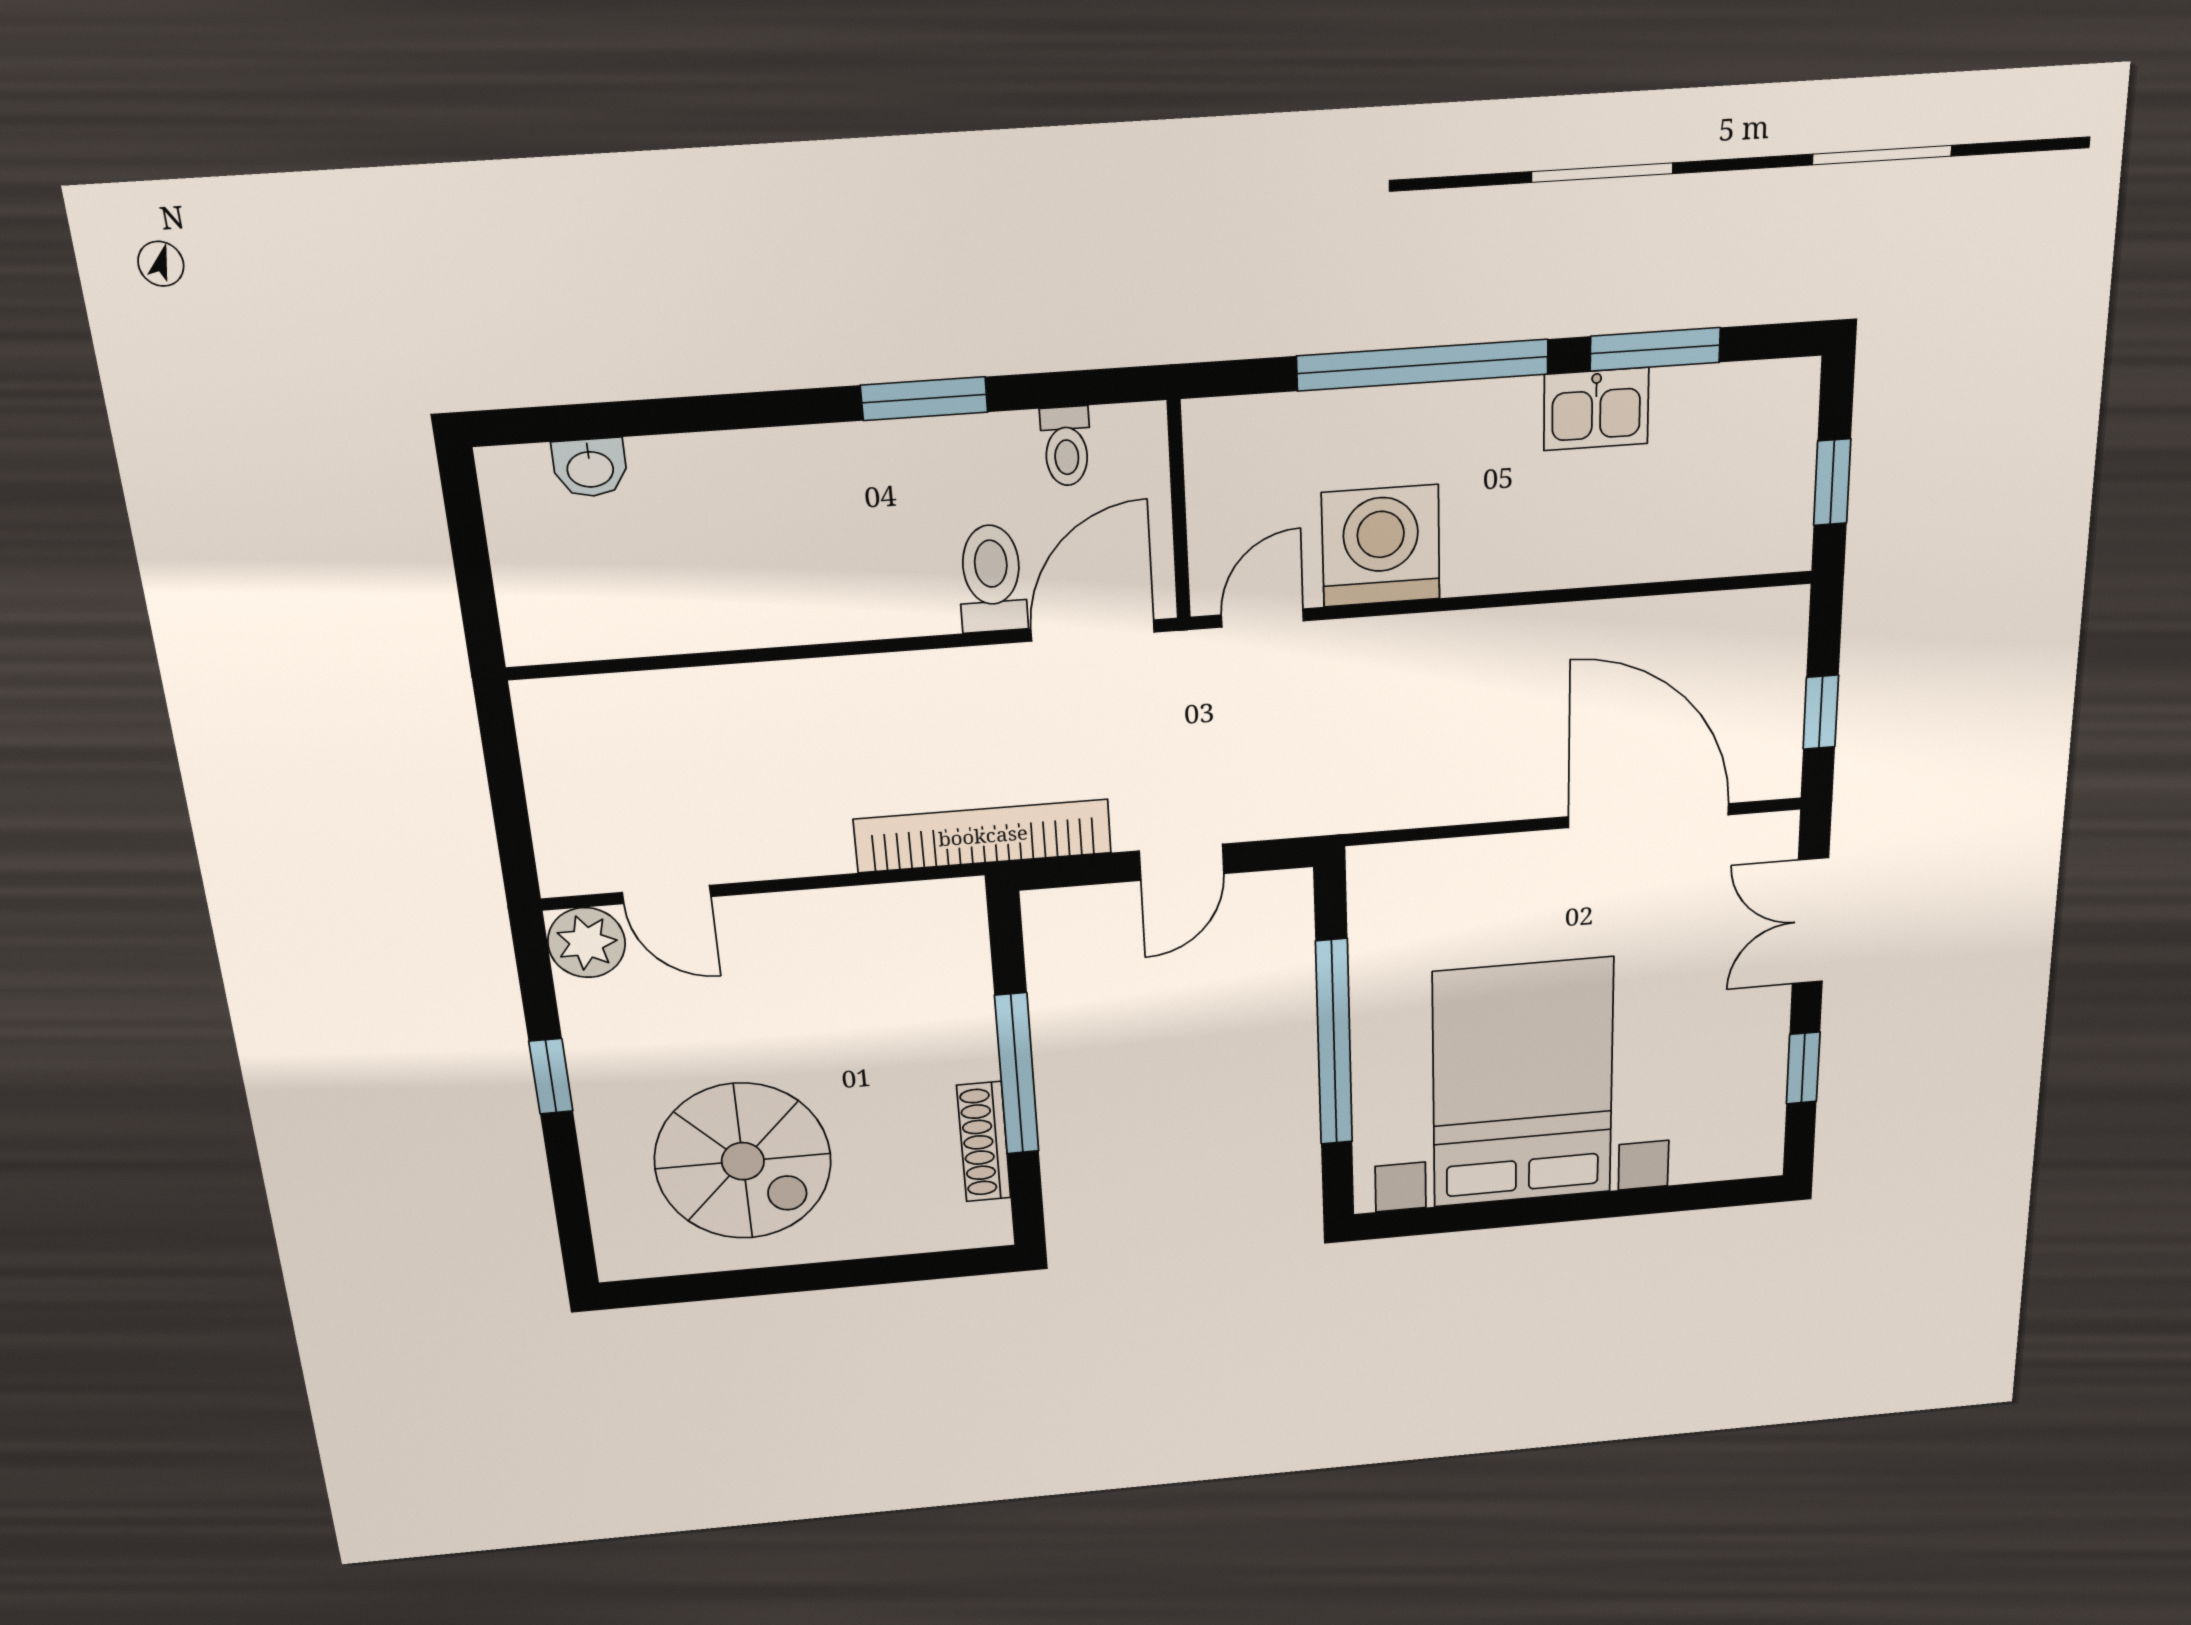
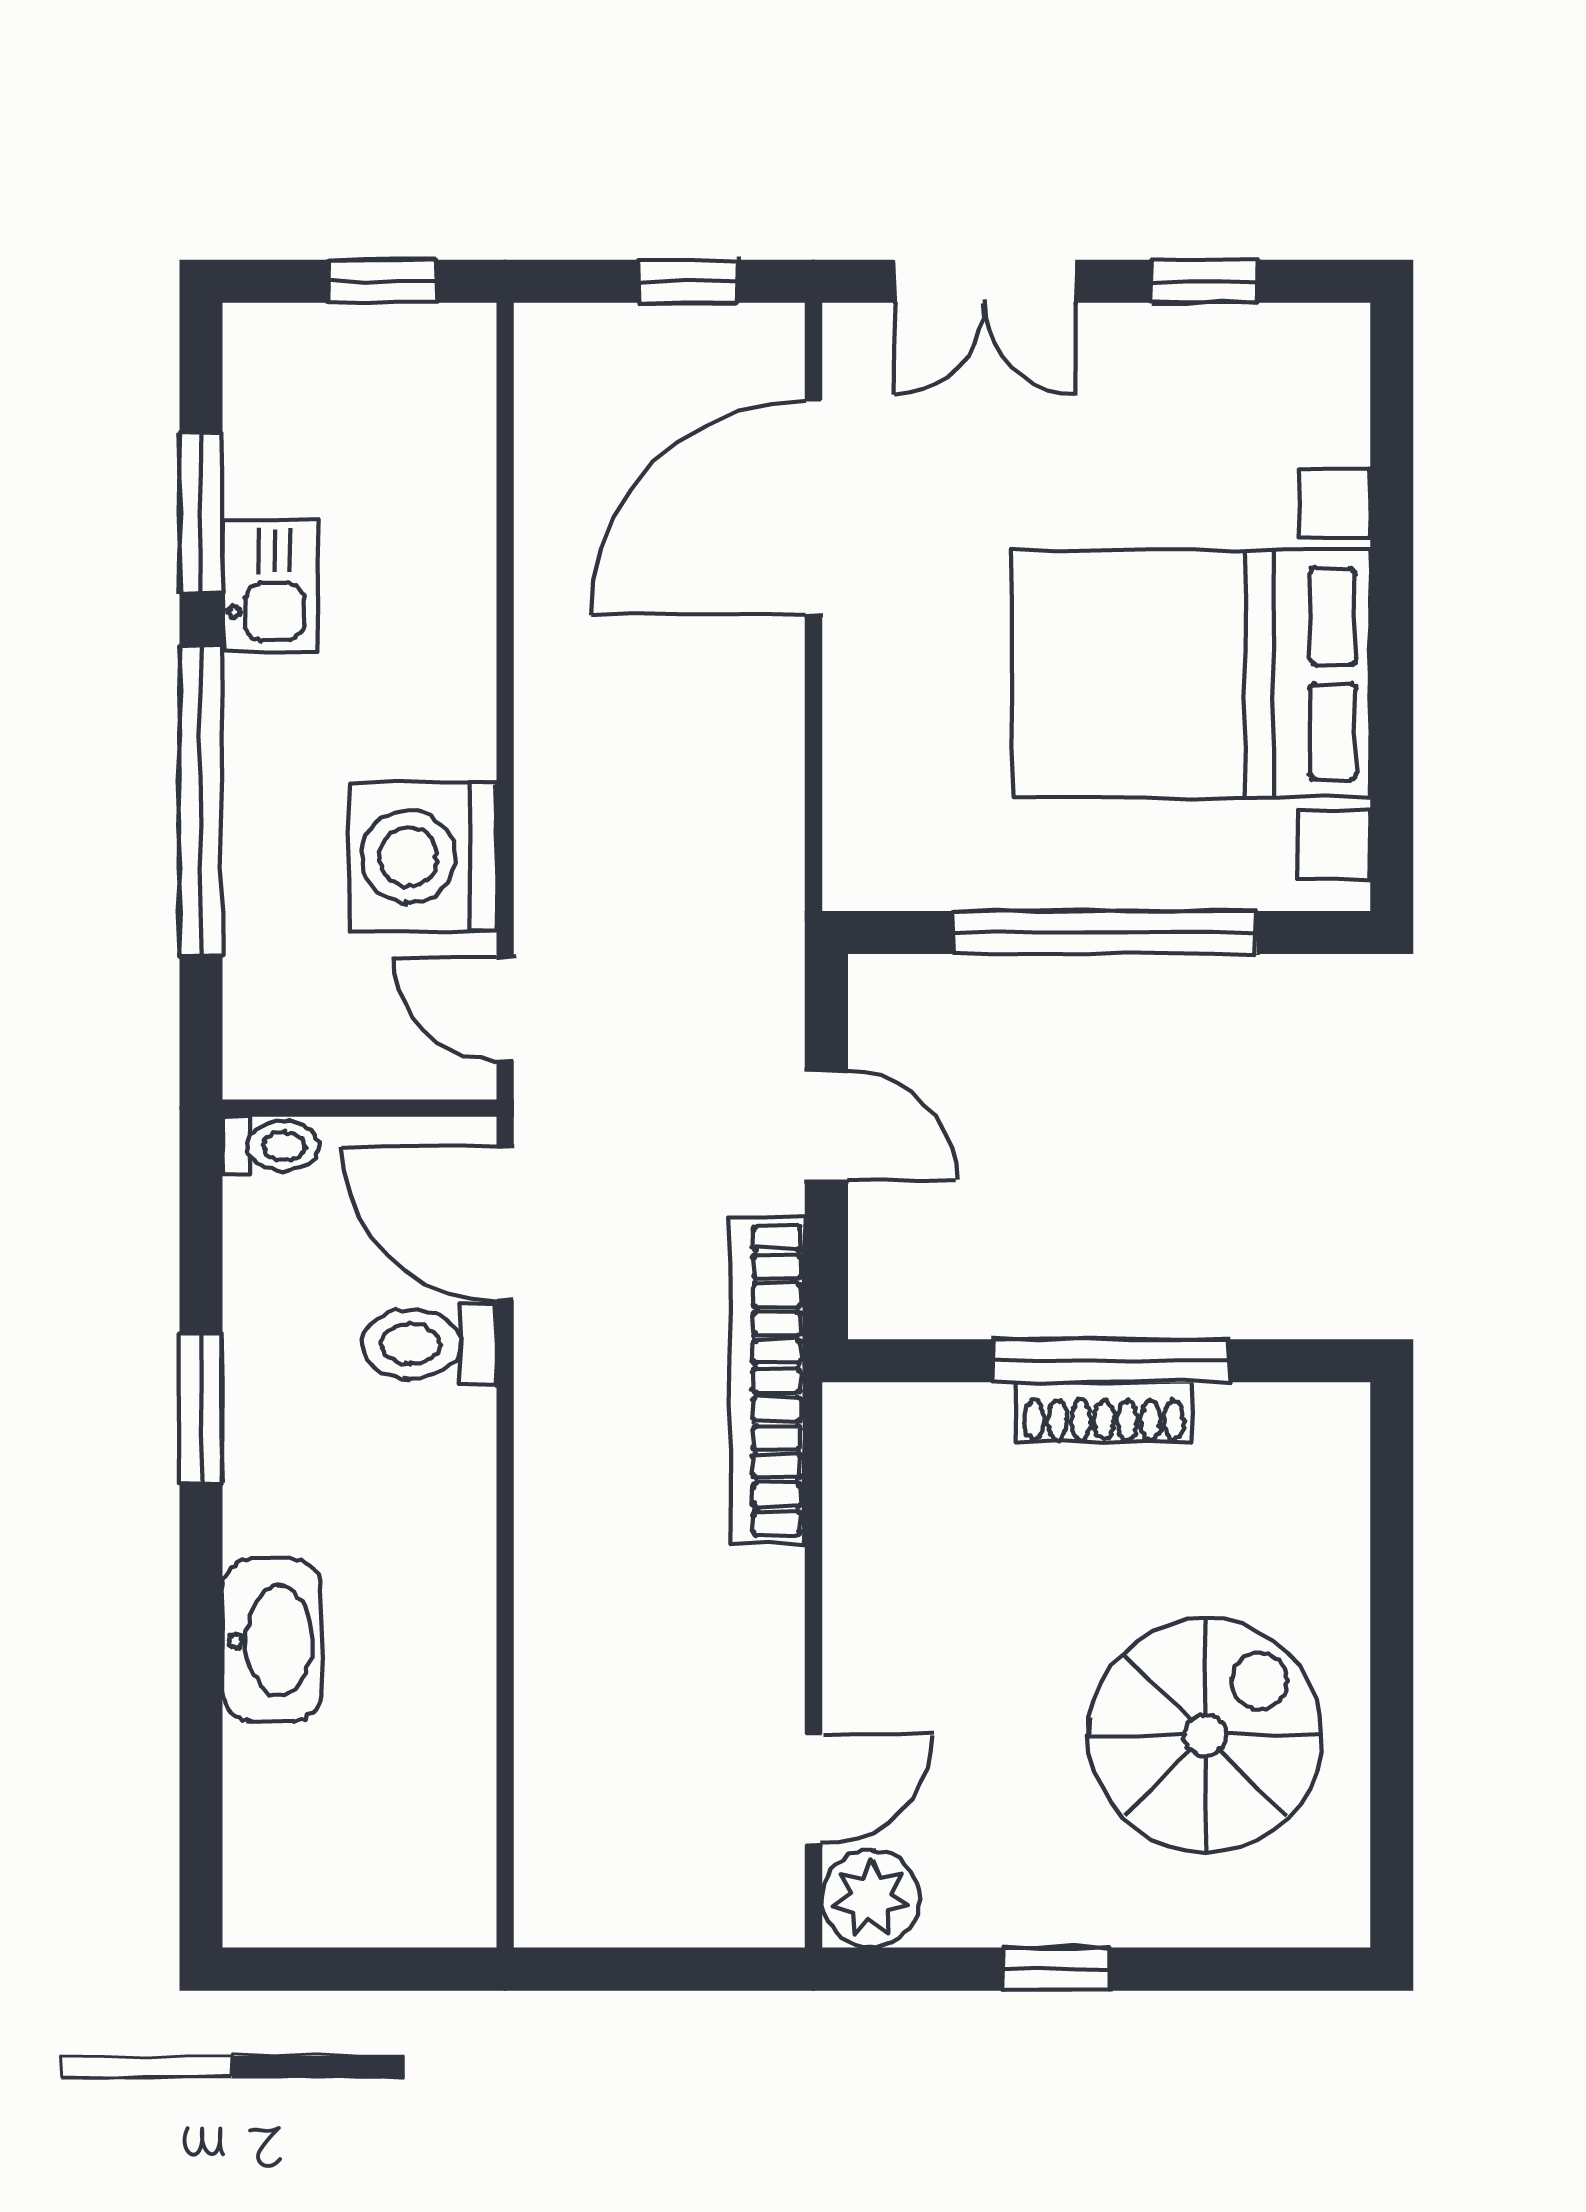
toilet: (1066, 446) -> (270, 1146), moved
washbasin: (590, 468) -> (272, 1640), moved, width x1.91, depth x1.45
shoe rack: (984, 1142) -> (1104, 1412), moved

